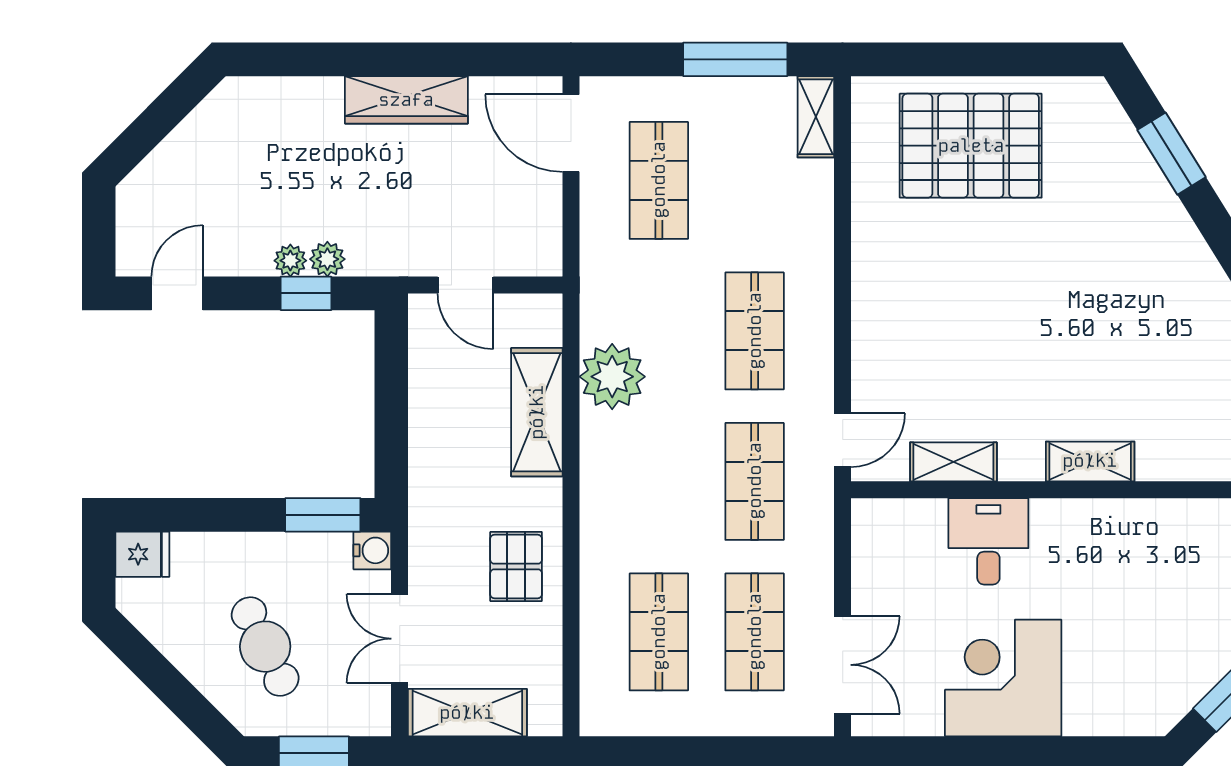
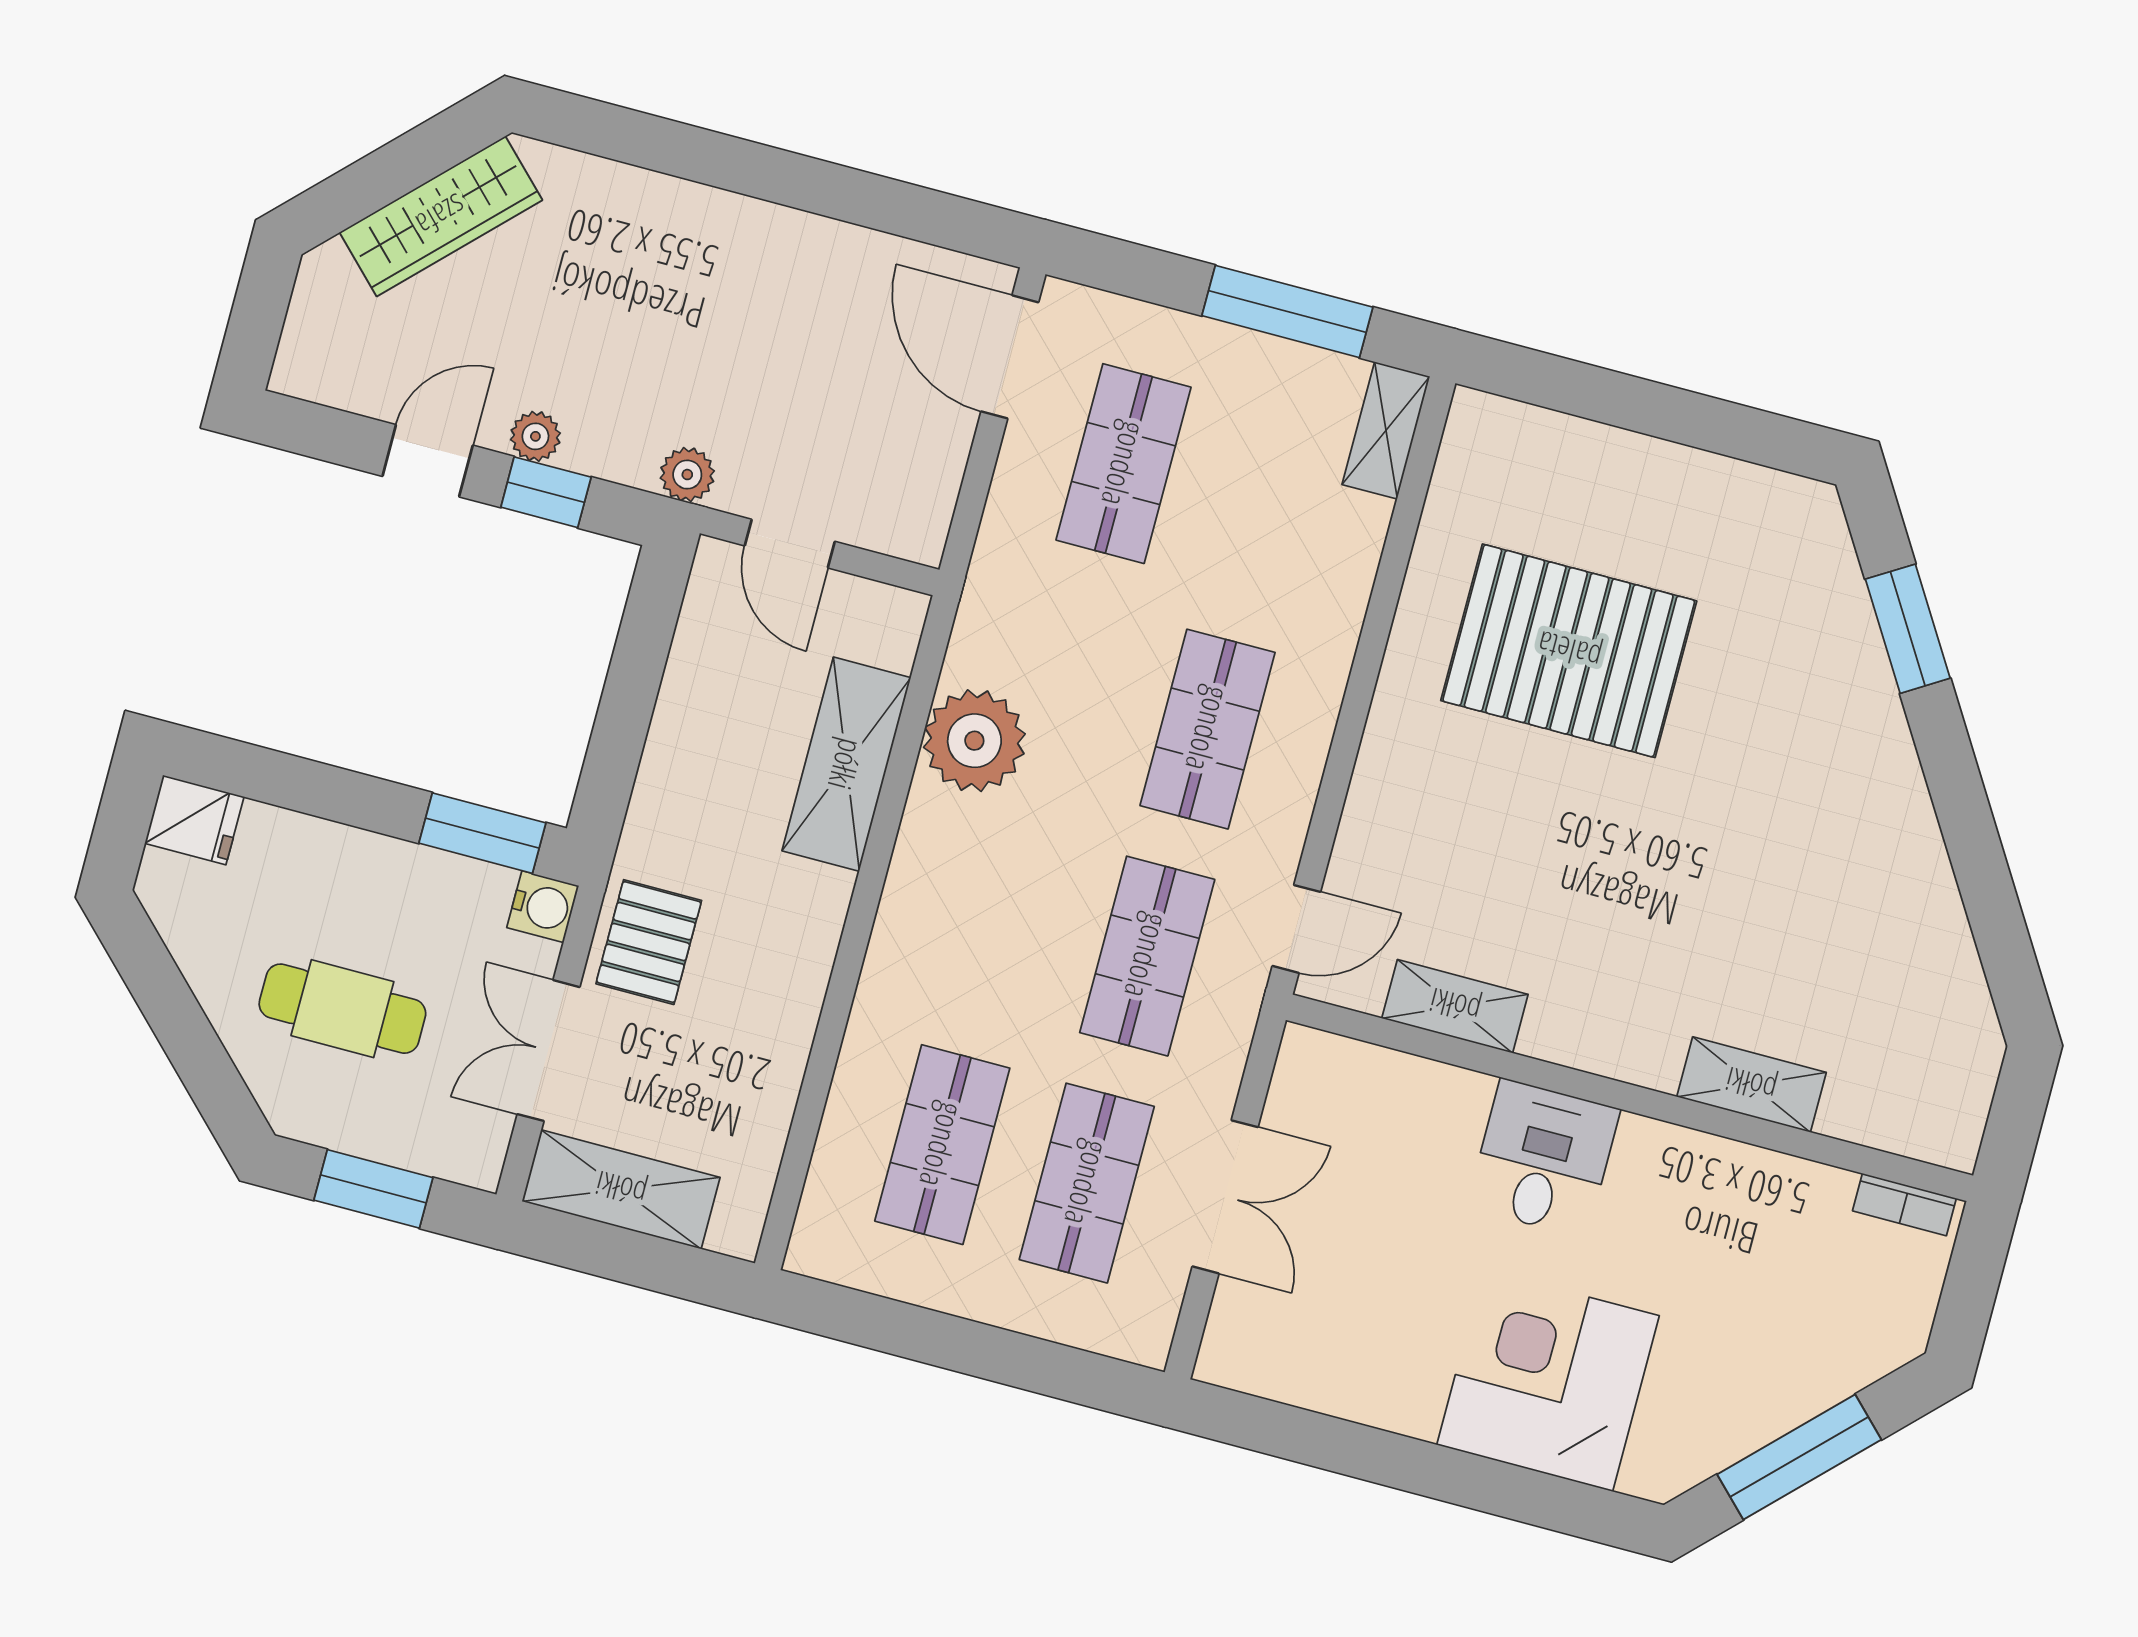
wardrobe: (406, 100) -> (441, 216), moved, turned -45
pallet: (971, 146) -> (1569, 651), moved
plant: (327, 259) -> (687, 475), moved
door: (177, 293) -> (428, 461), moved
shelving: (1090, 461) -> (1751, 1085), moved
desk: (988, 541) -> (1543, 1158), moved
pallet: (516, 567) -> (649, 942), moved
cafe table: (265, 647) -> (342, 1009), turned -64
double door: (843, 665) -> (1225, 1197), moved
corner desk: (1003, 678) -> (1548, 1380), moved

